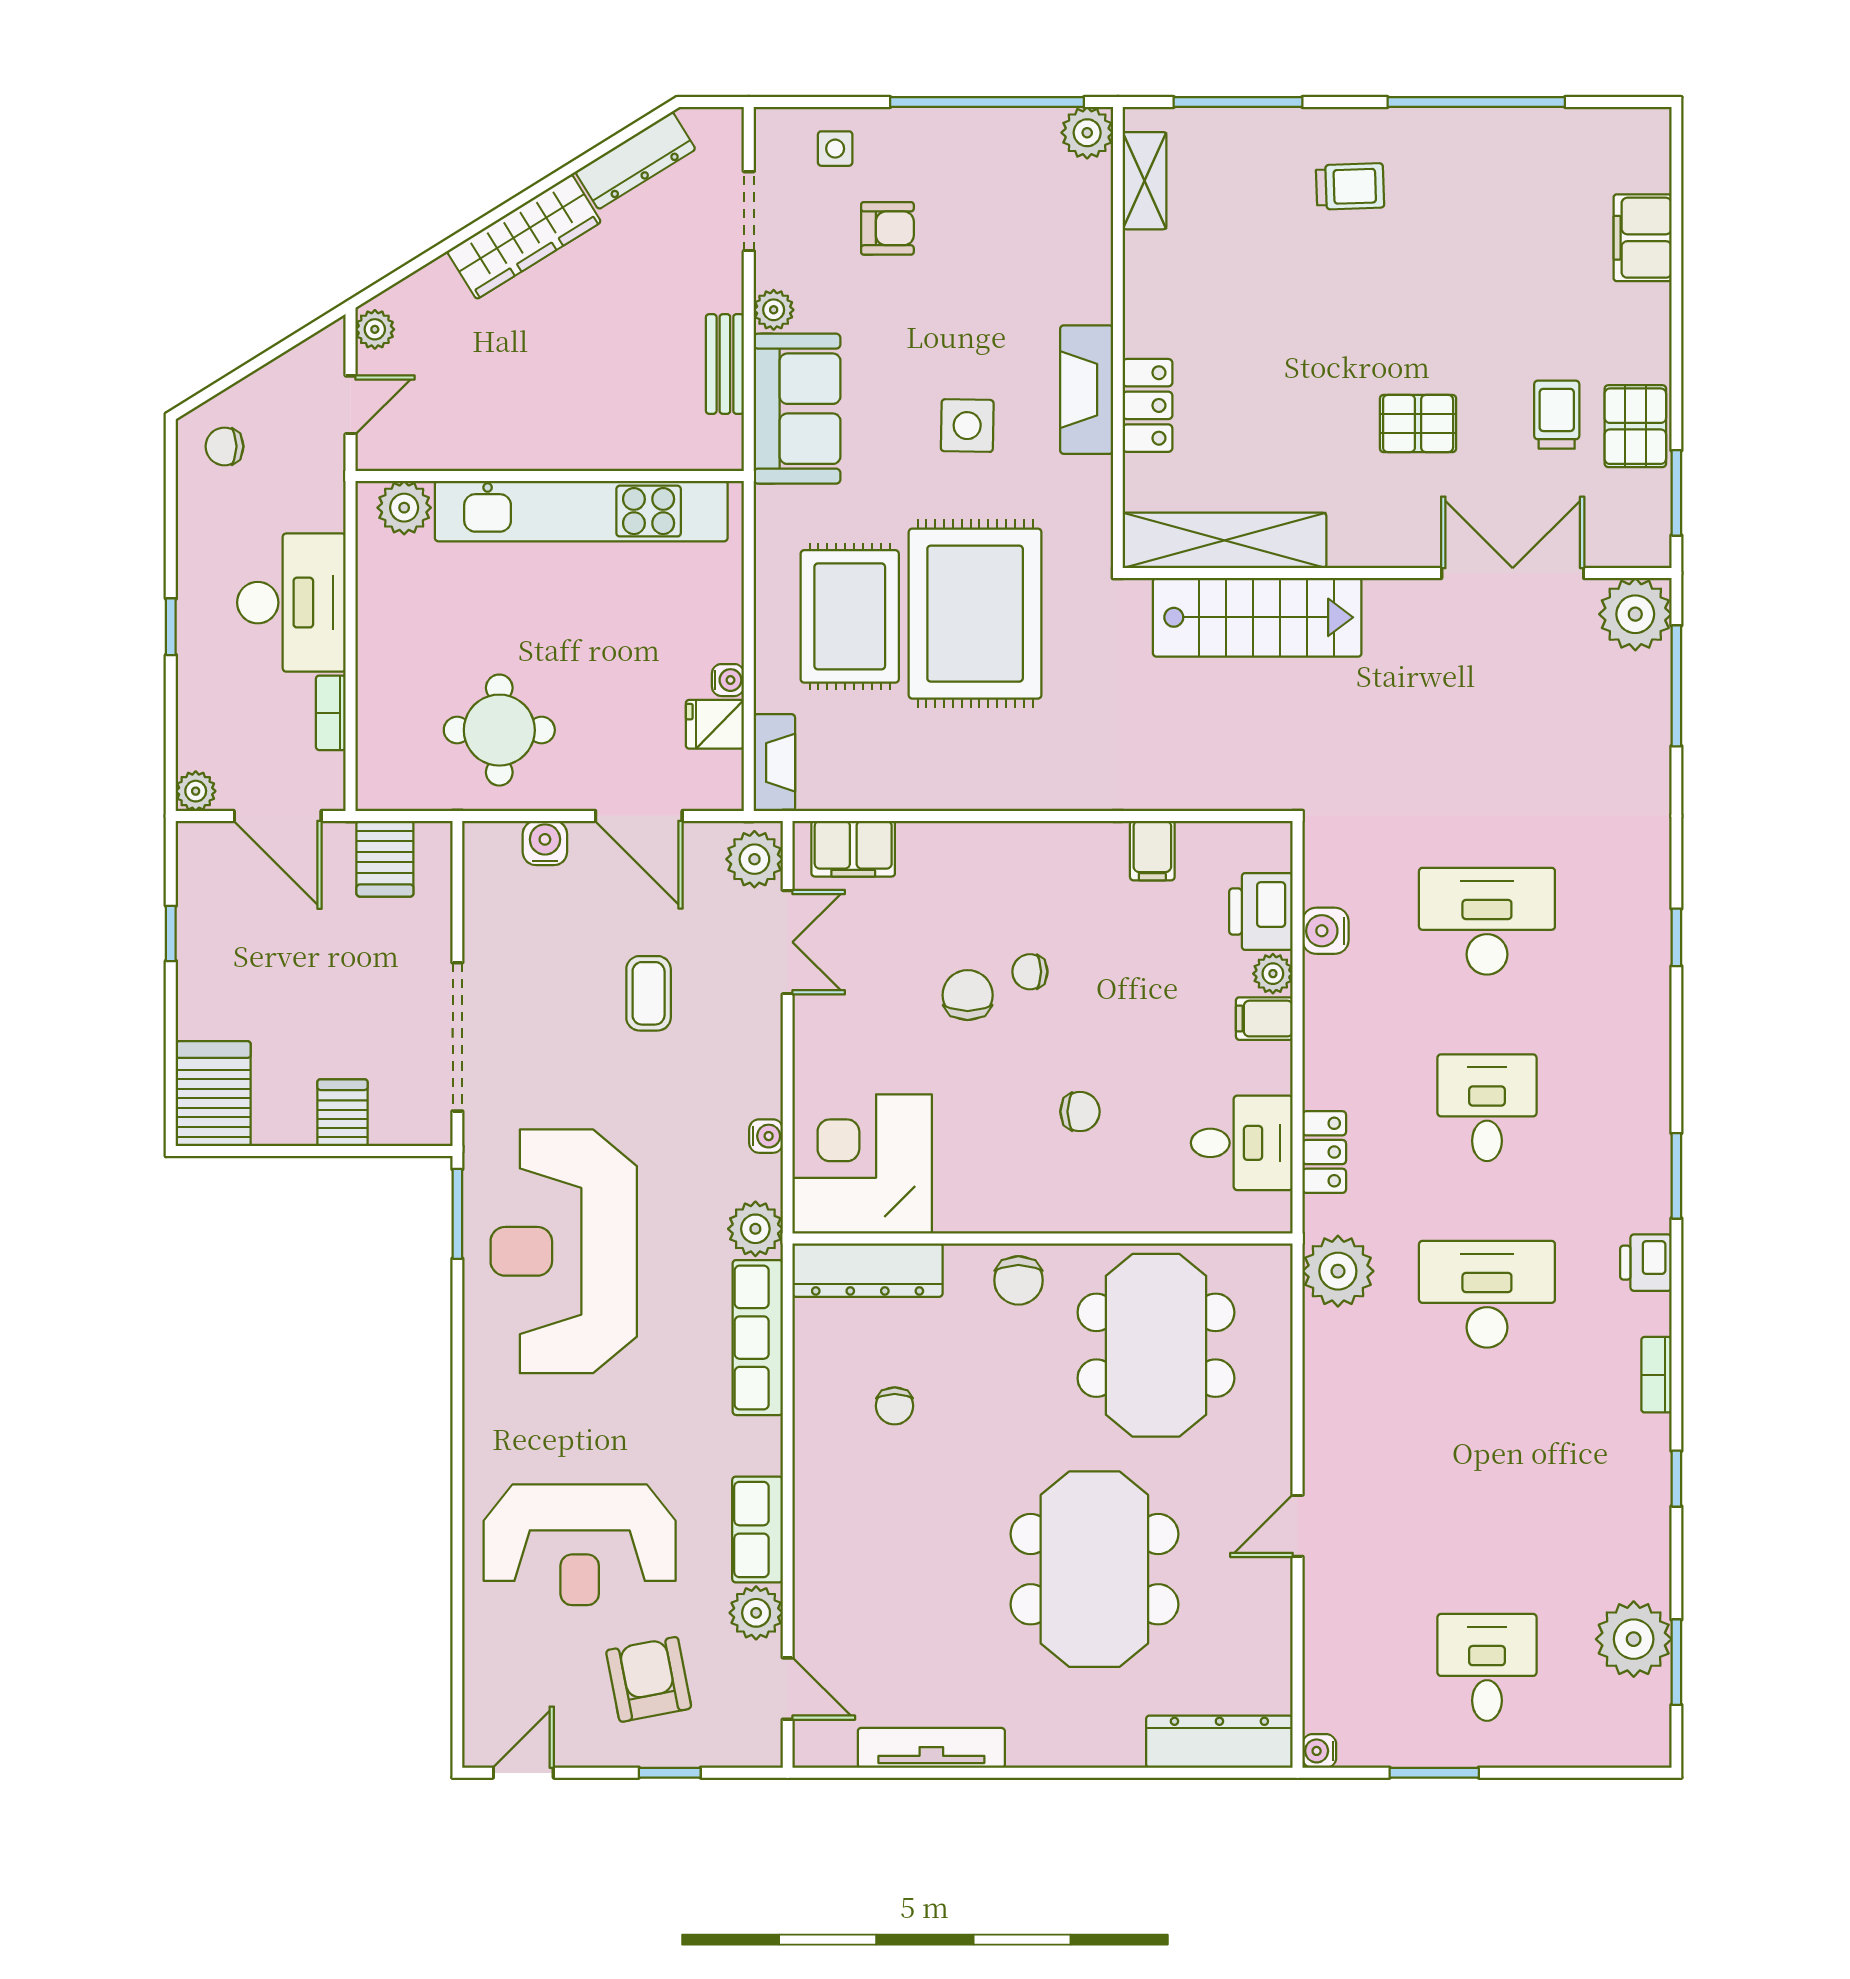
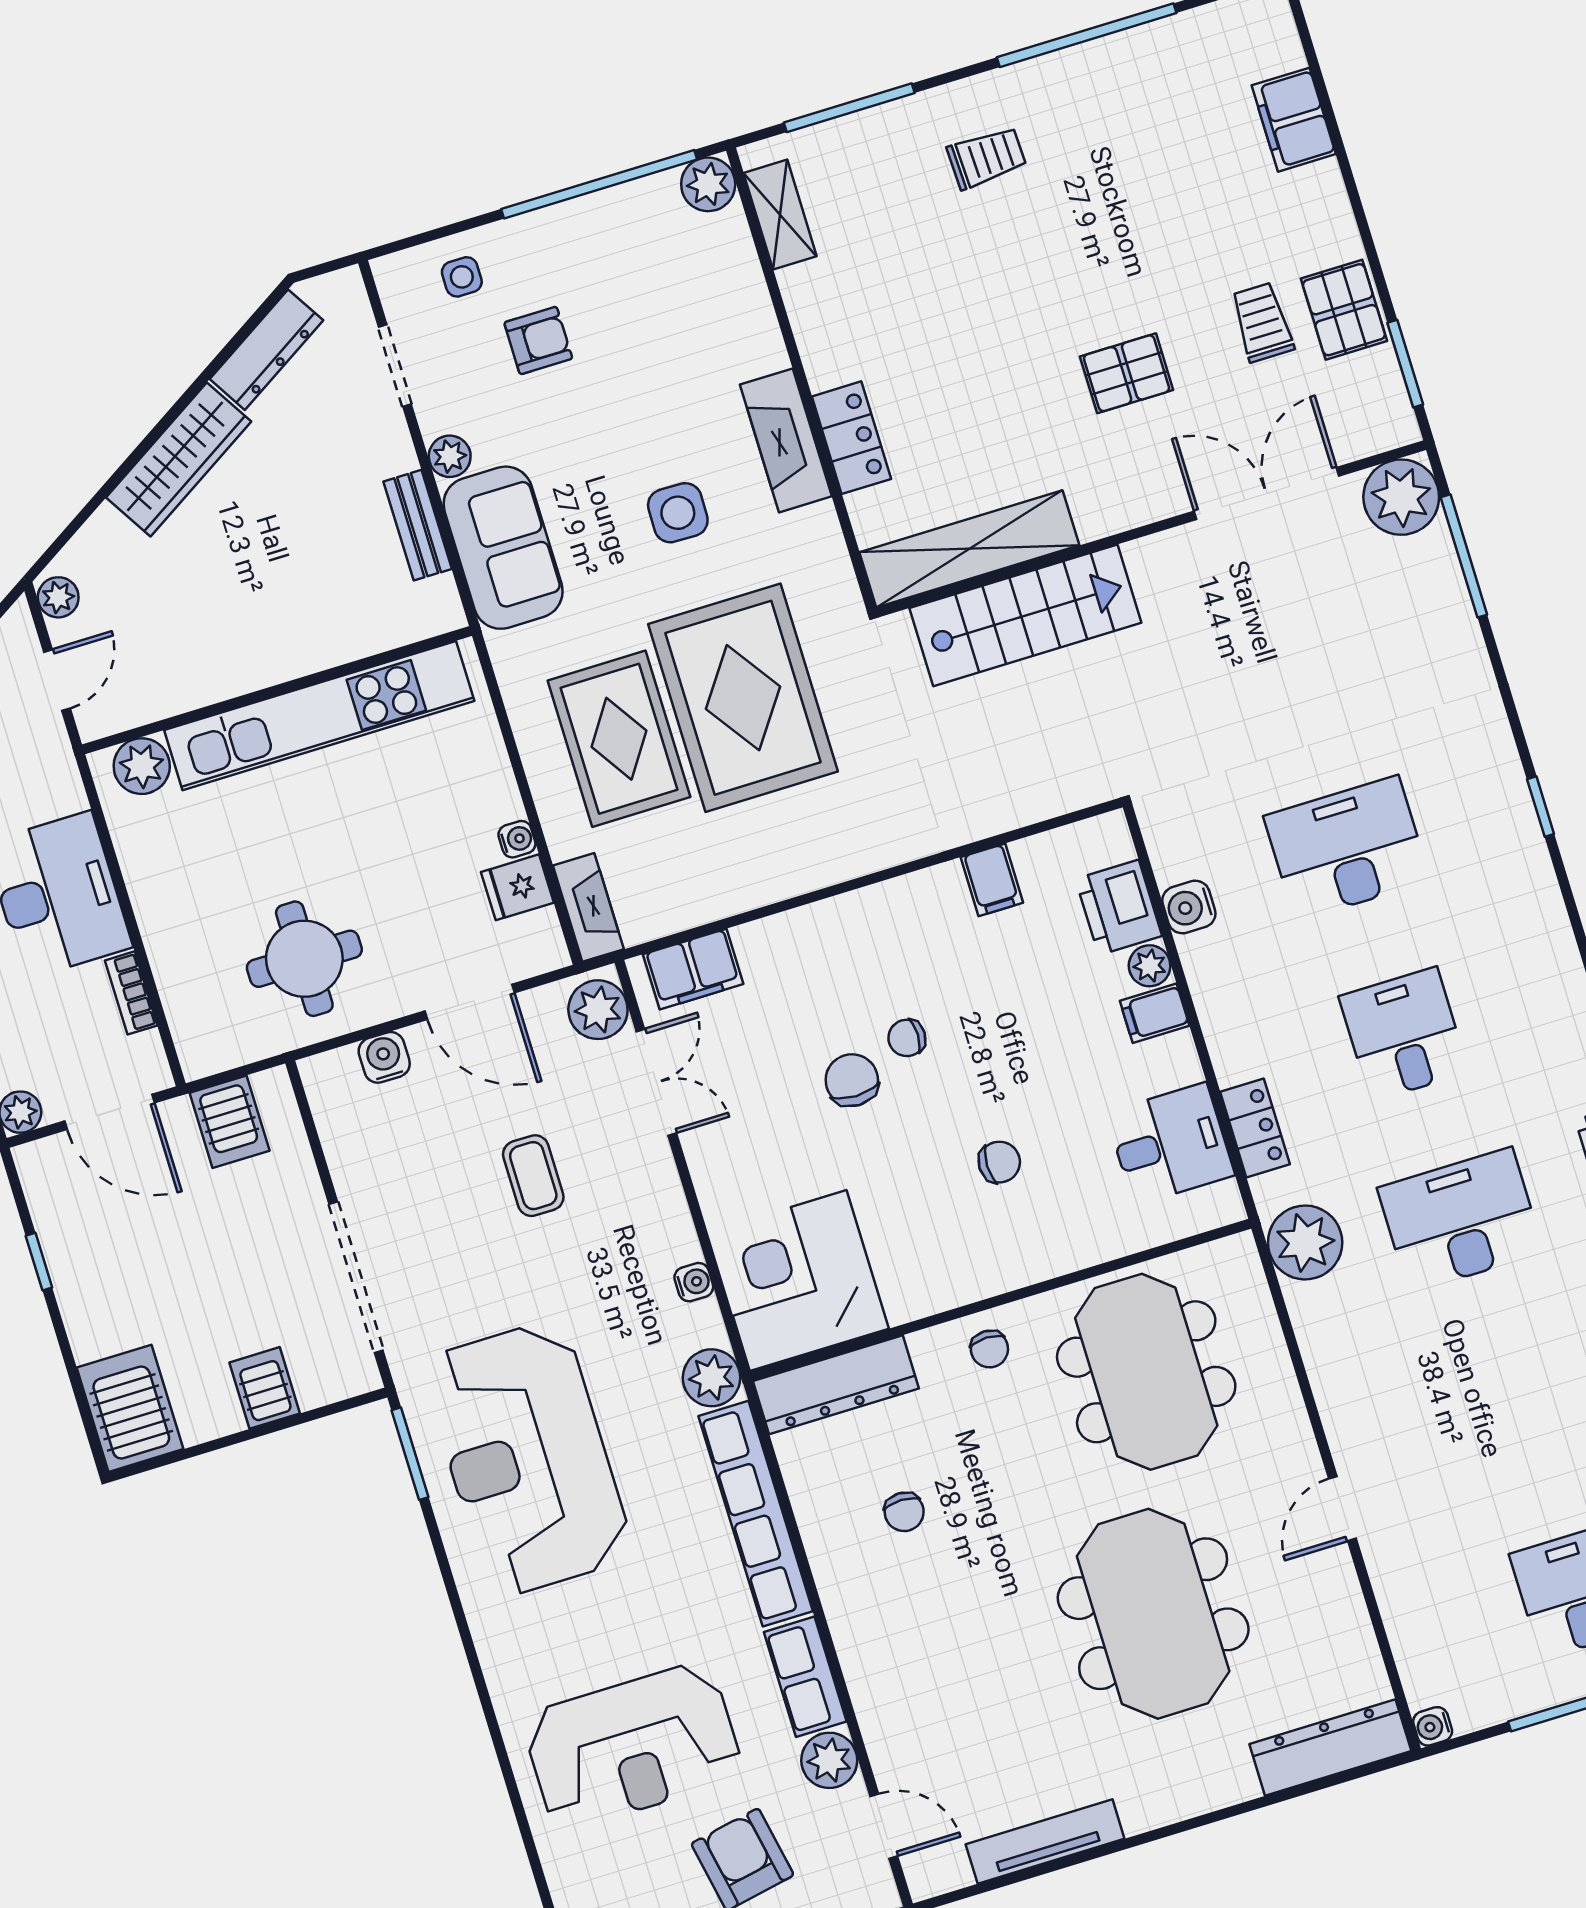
chair: (1018, 1280) -> (989, 1349), width x0.73, depth x0.73
row of seats: (758, 1338) -> (756, 1514), width x1.36

